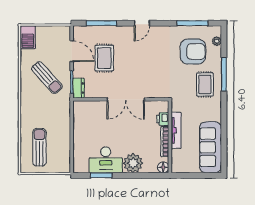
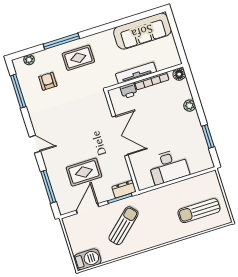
armchair: (193, 52) -> (48, 81), width x0.53, depth x0.53
desk: (106, 160) -> (169, 167), moved, turned 90
plant: (133, 163) -> (190, 106), width x0.53, depth x0.53

